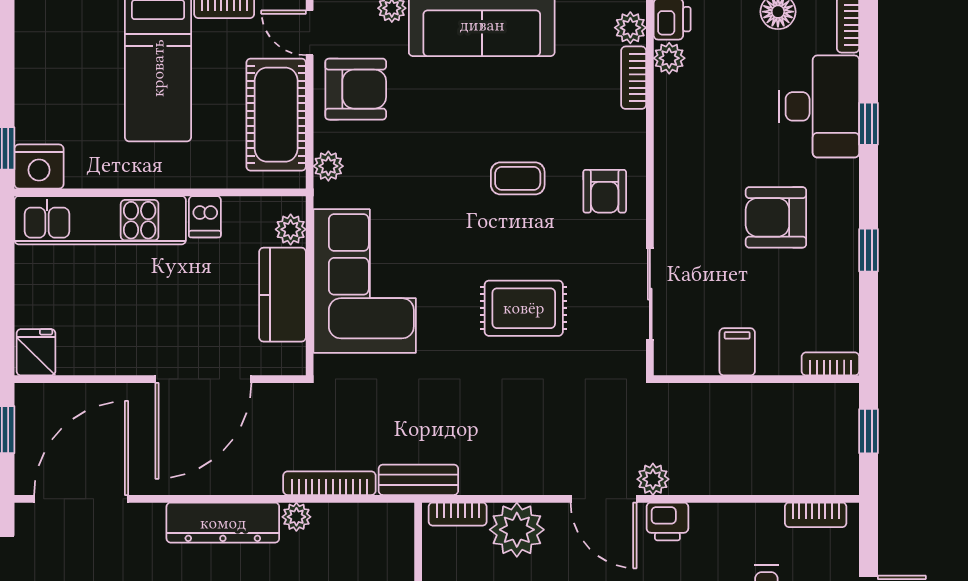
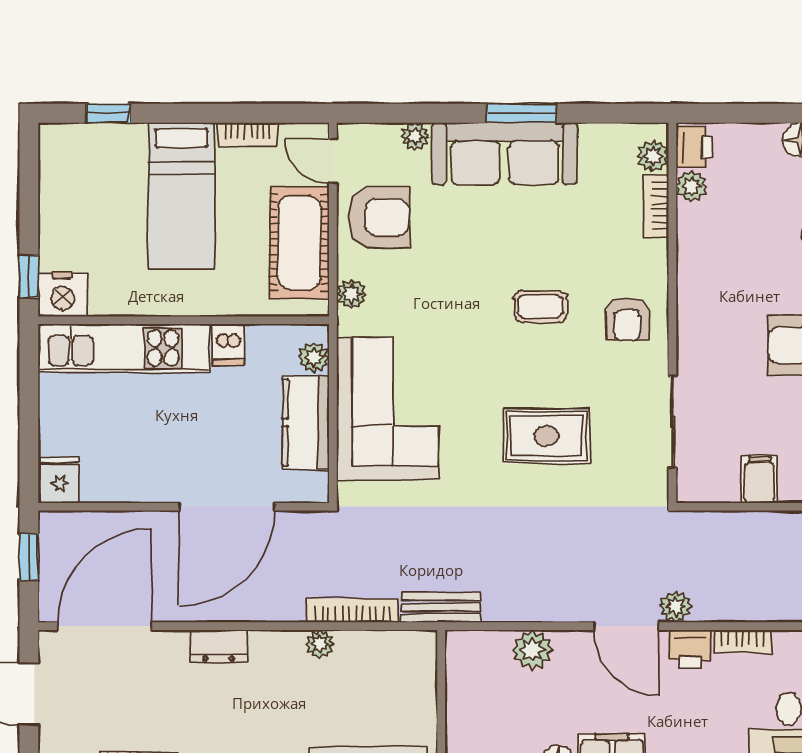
bookcase: (458, 514) -> (743, 641), moved
dresser: (223, 523) -> (219, 646), width x0.51, depth x0.80
plant: (517, 530) -> (532, 650), width x0.73, depth x0.73

